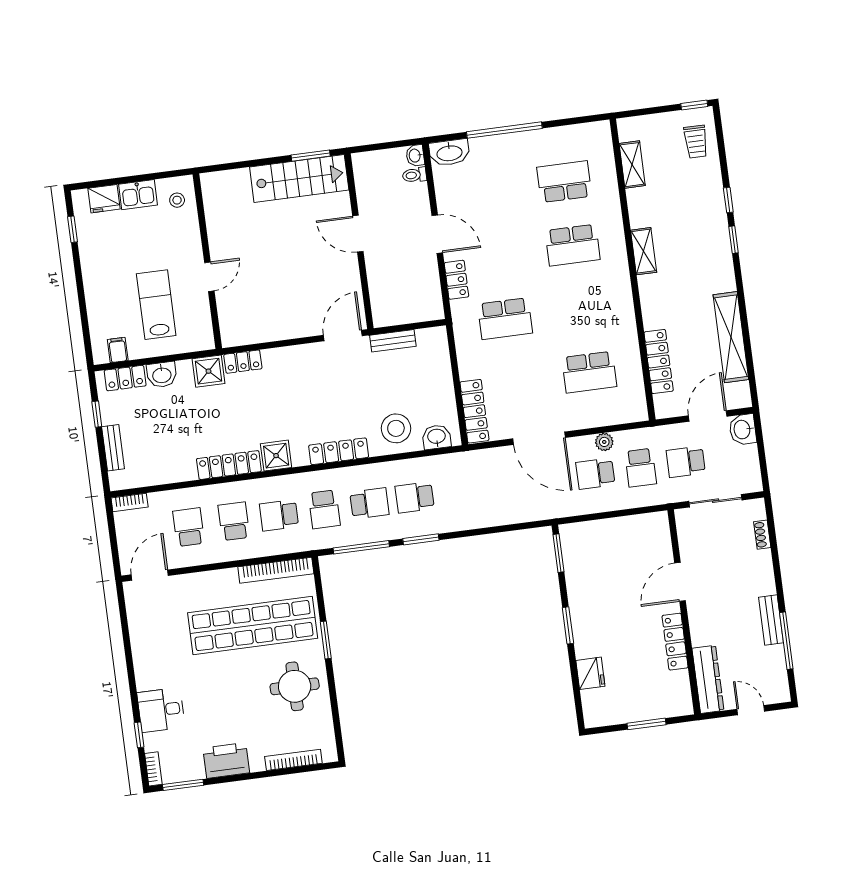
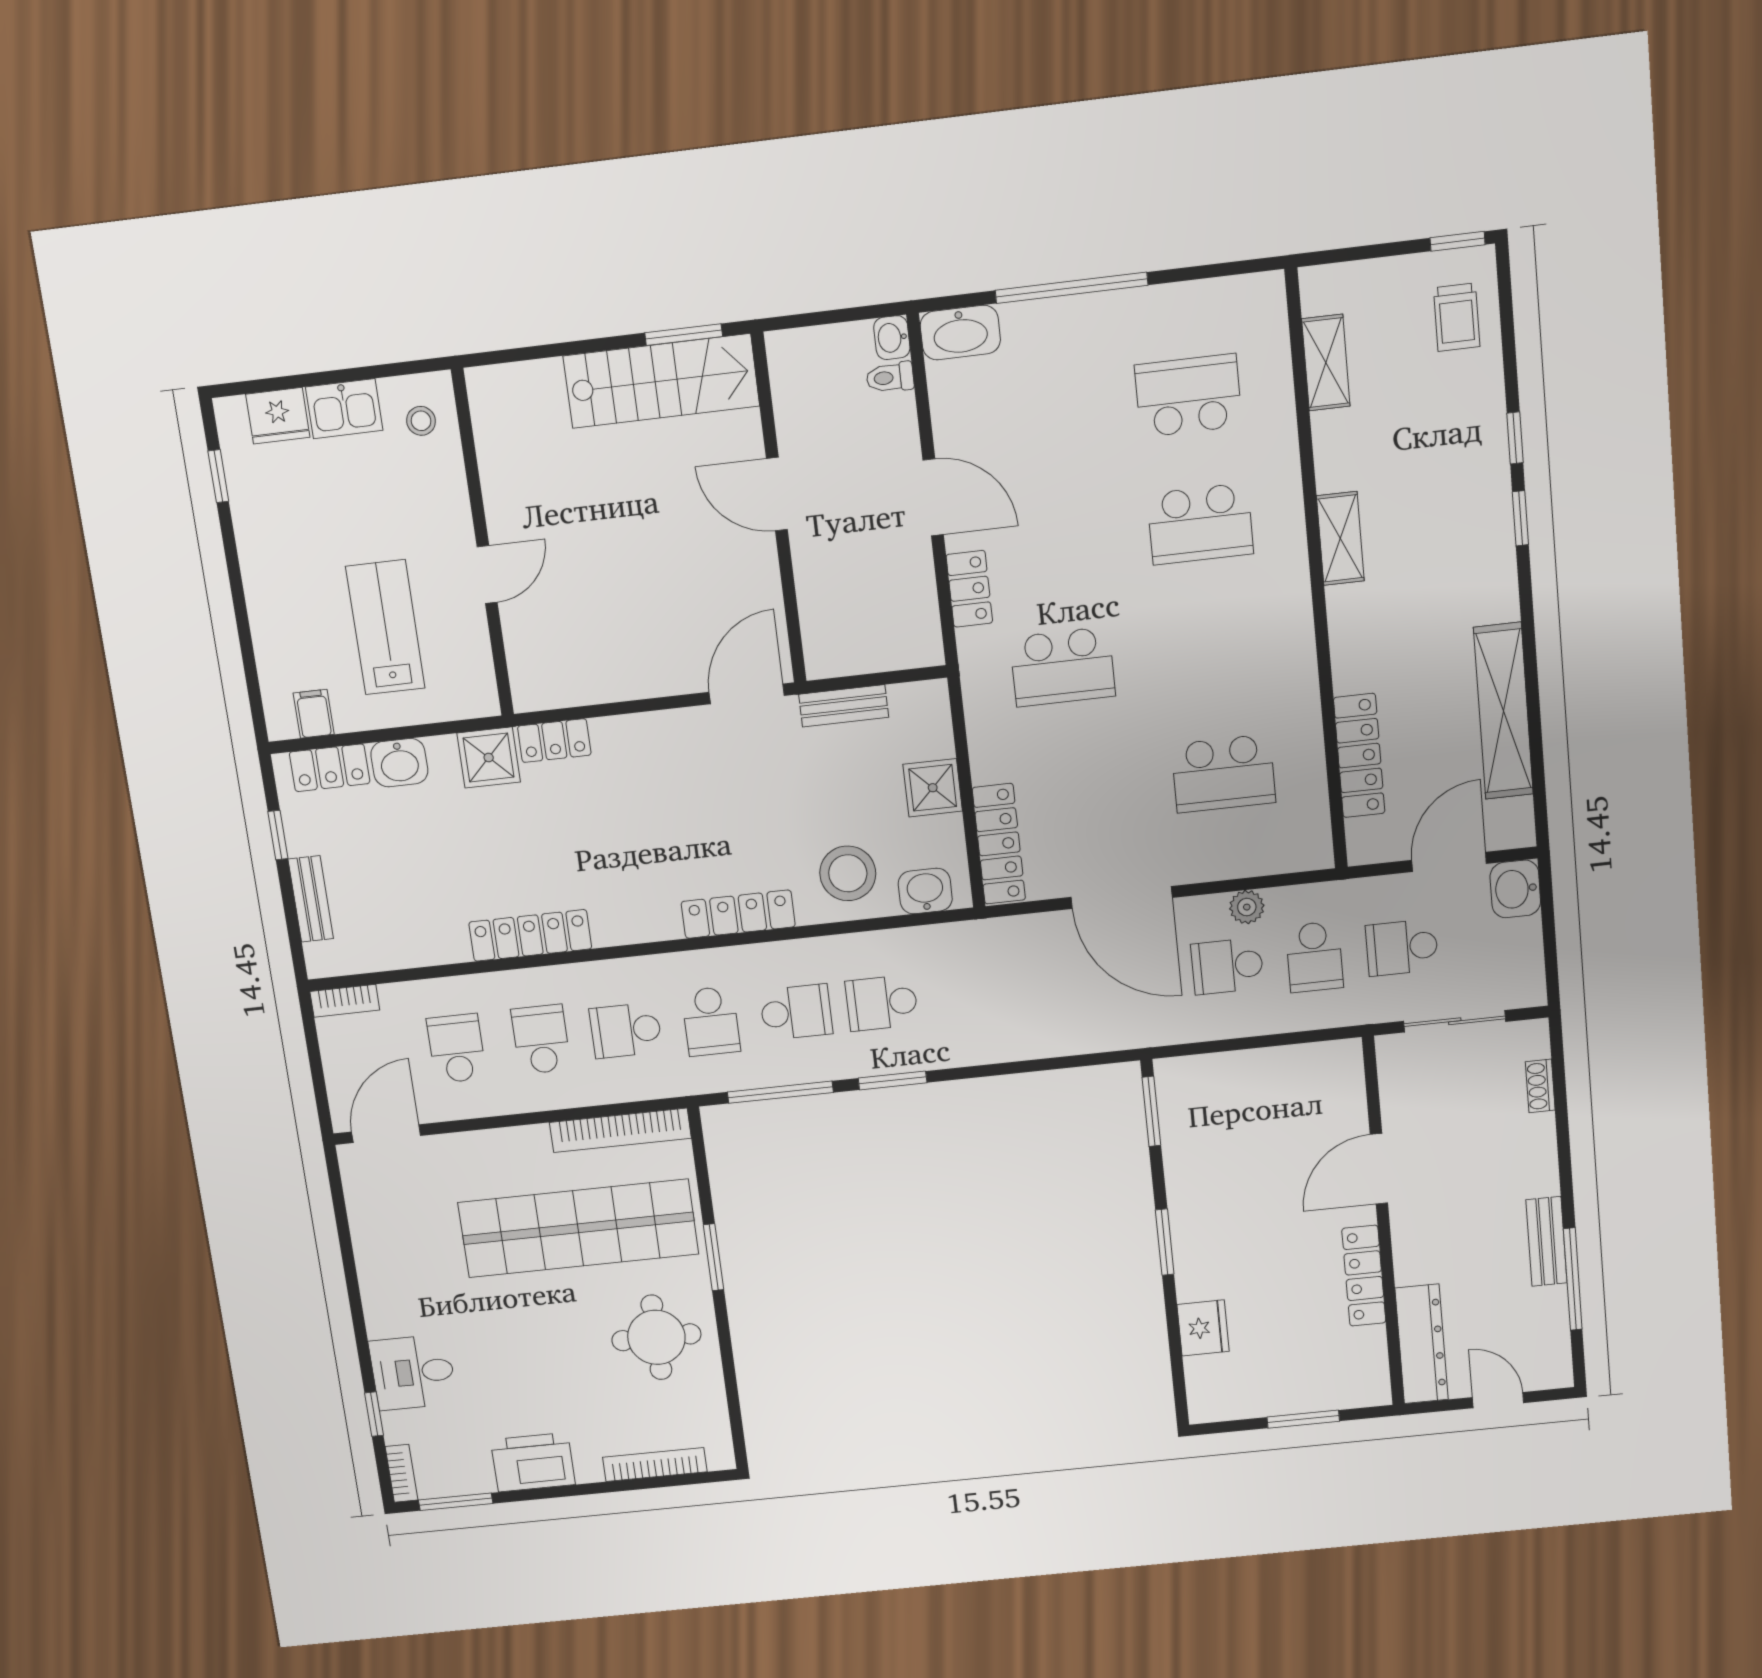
shower: (276, 456) -> (933, 788), moved

